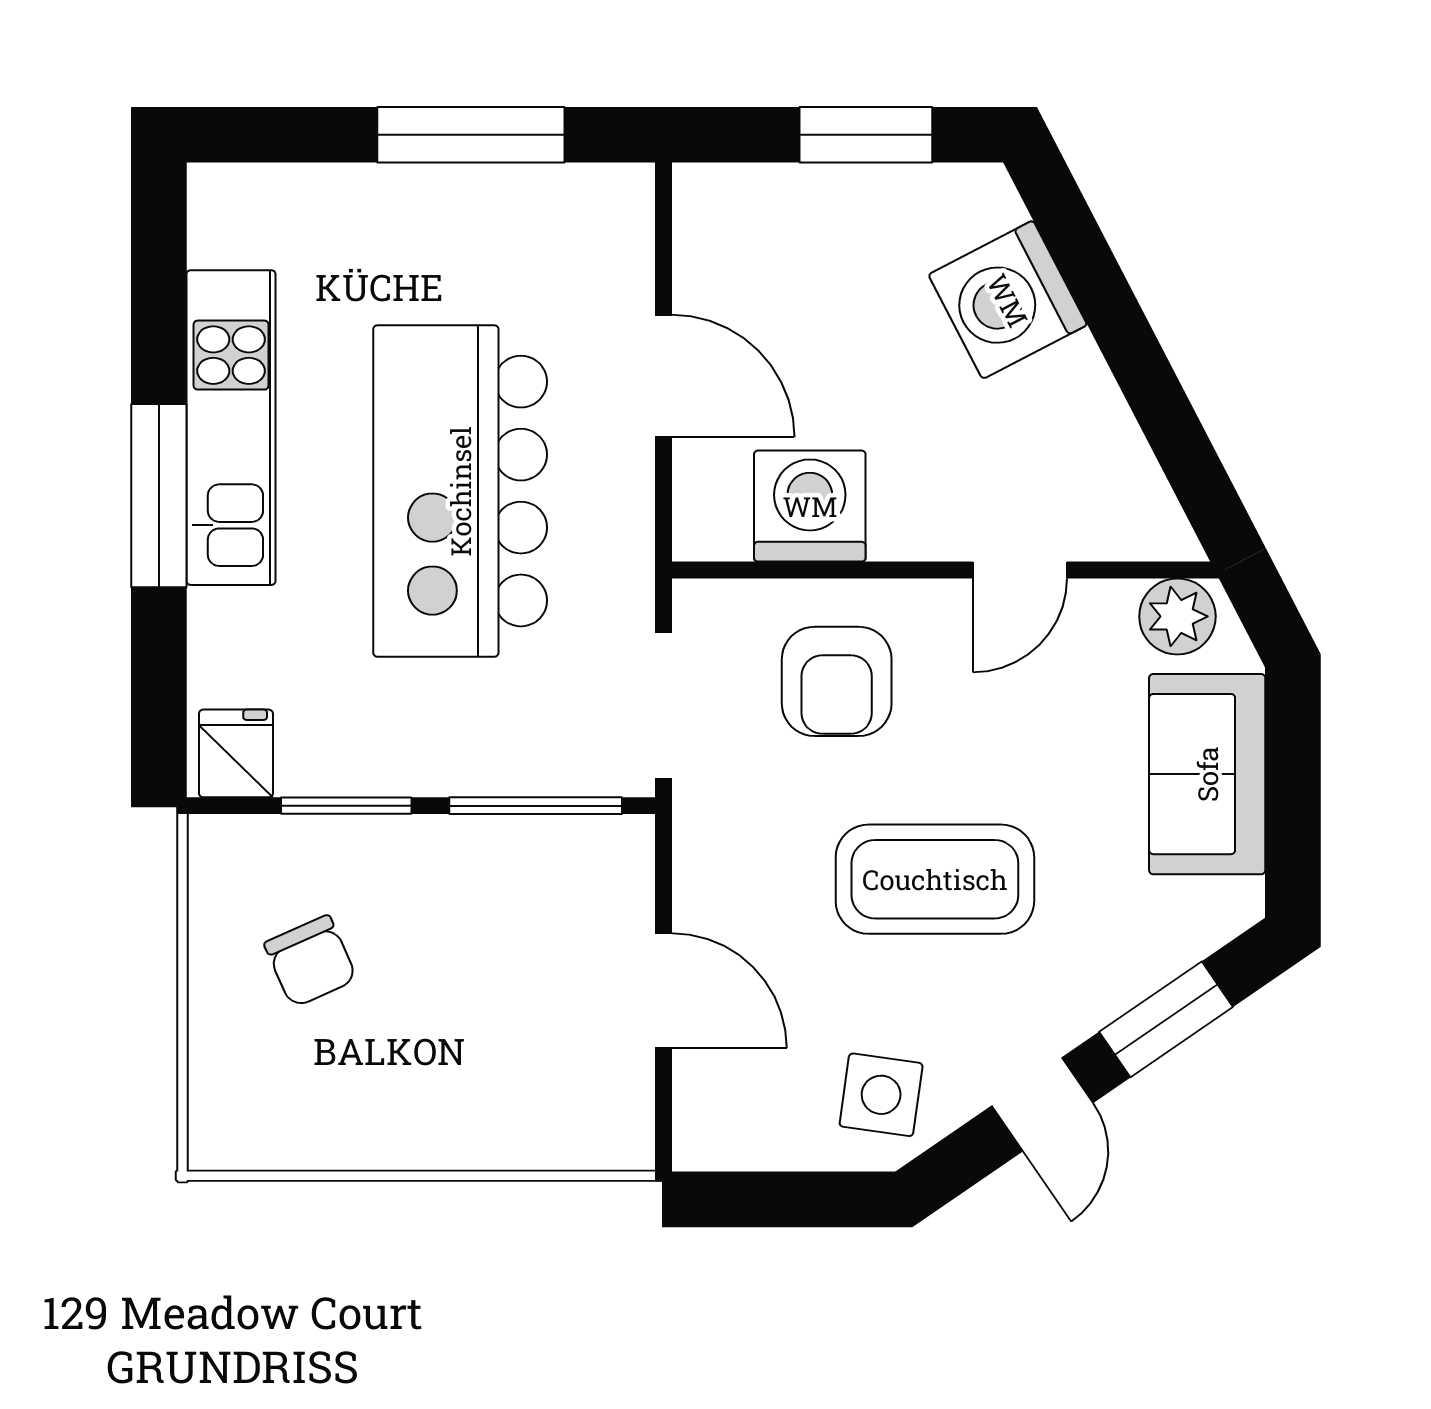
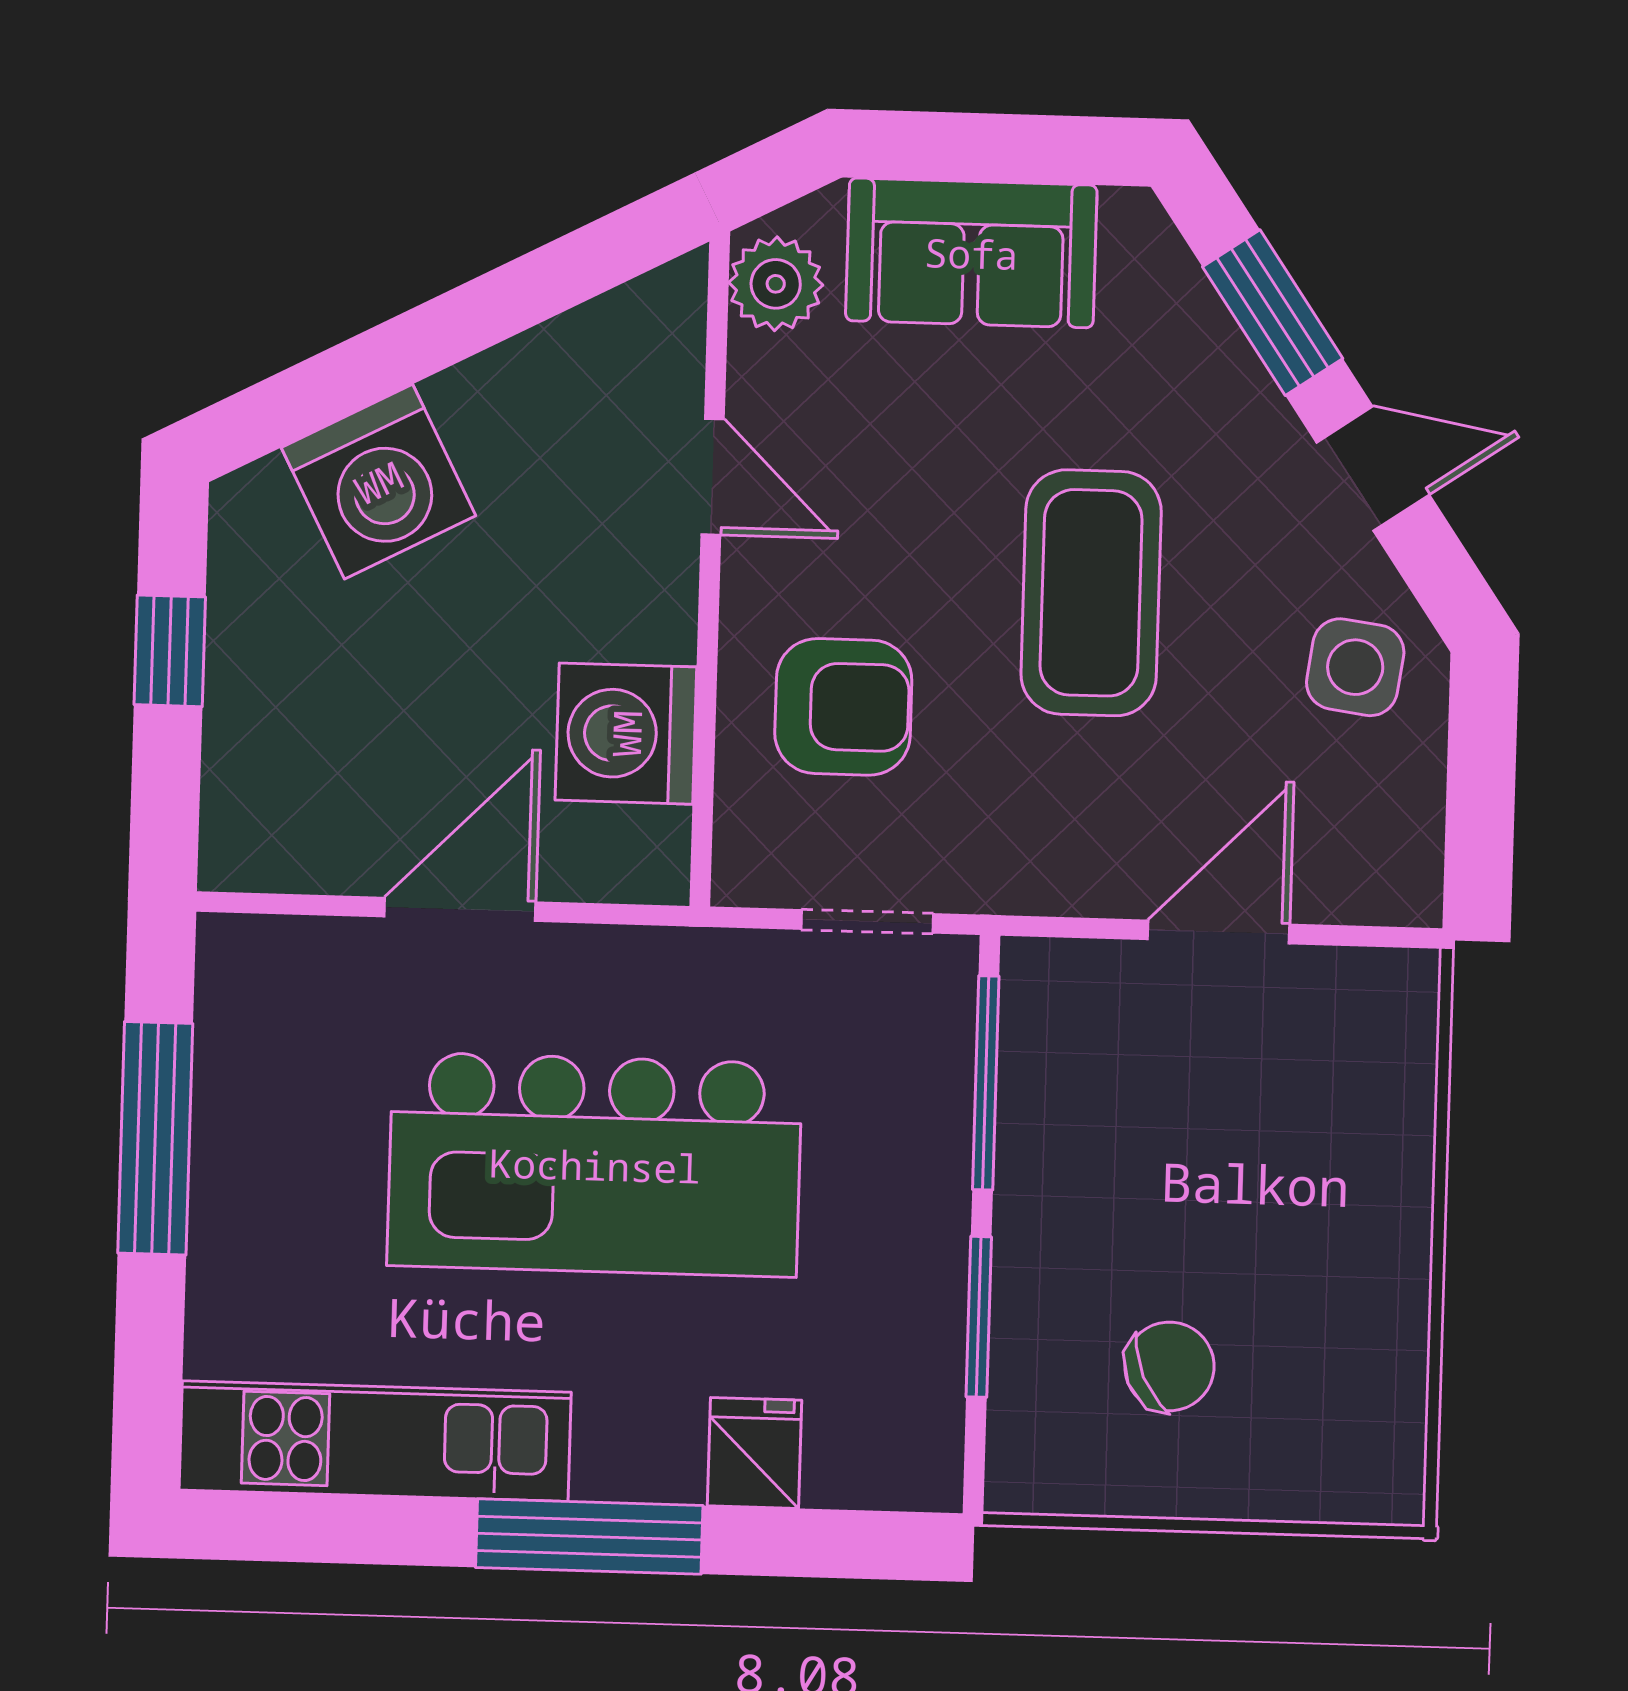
window: (866, 135) -> (170, 651), width x0.67
kitchen unit: (231, 428) -> (375, 1441), moved
doorway: (664, 706) -> (867, 921), width x0.73
fridge: (236, 753) -> (754, 1453), moved, turned 90

